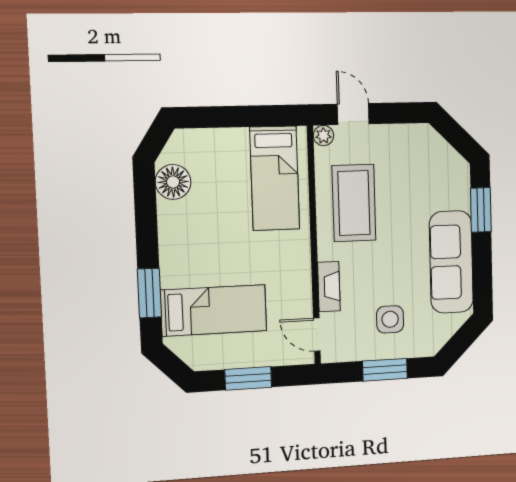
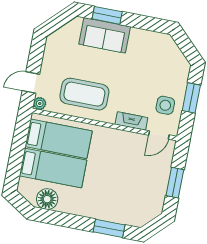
sofa: (451, 262) -> (105, 35), moved, width x0.73
bed: (214, 310) -> (53, 168), moved, turned 90
side table: (390, 319) -> (165, 105), moved

